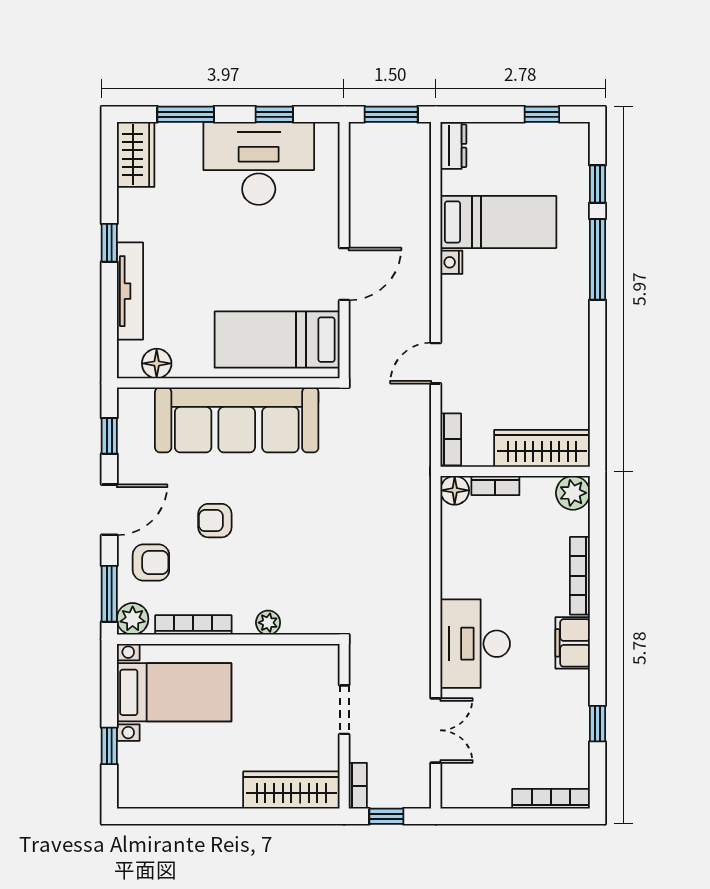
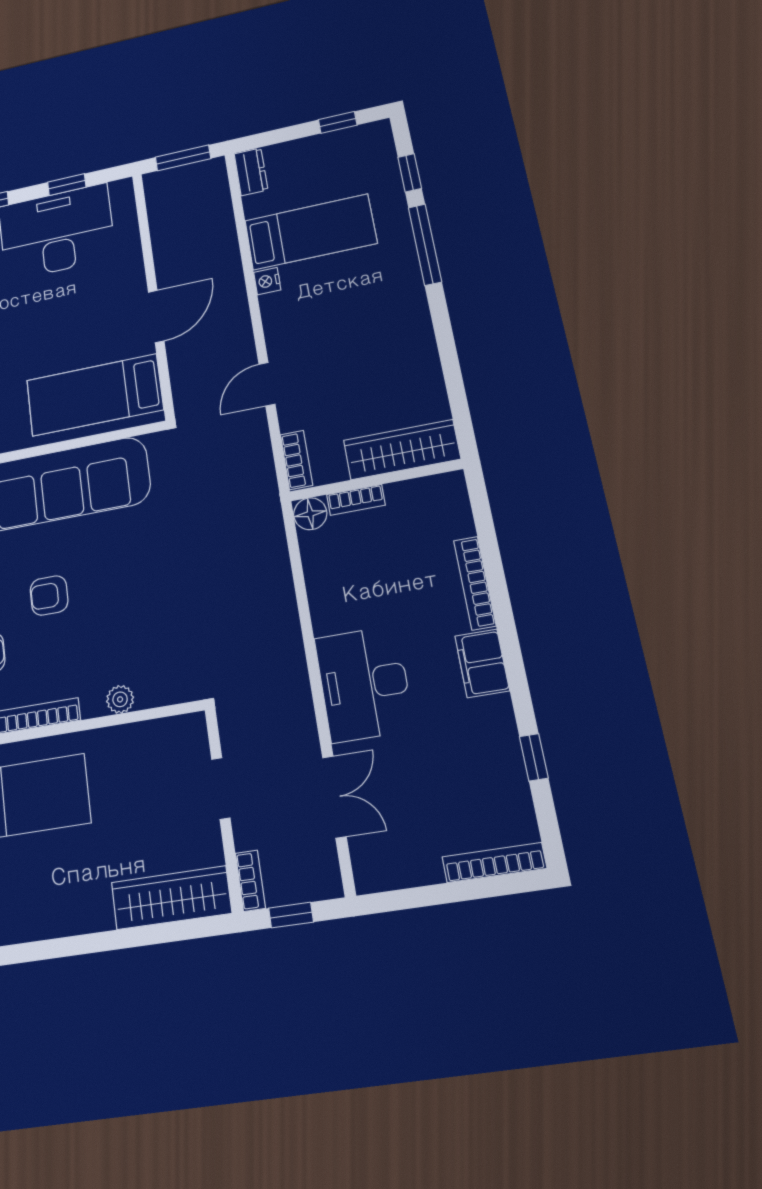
plant: (573, 493) -> (447, 491), removed

